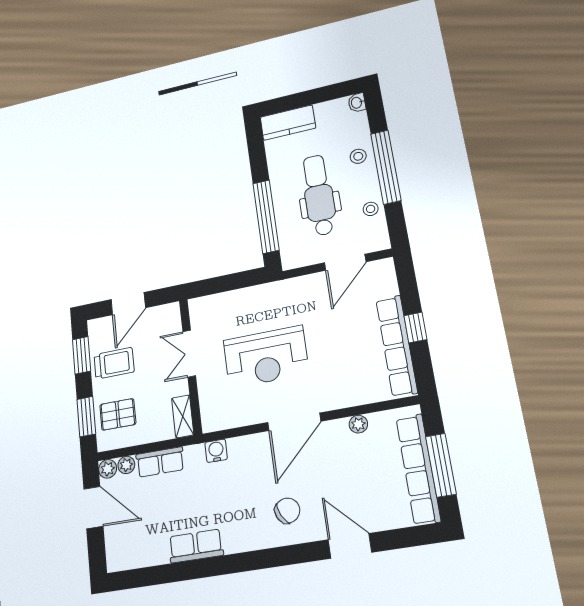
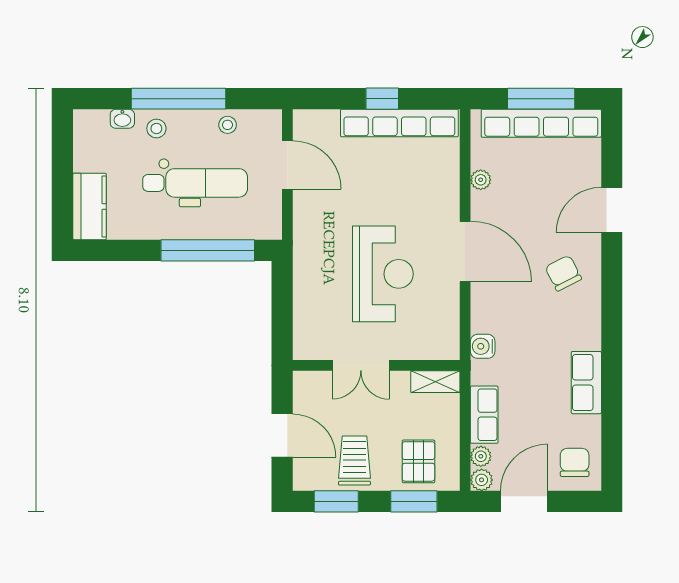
washbasin: (357, 103) -> (122, 119), moved
dental chair: (319, 195) -> (195, 183), turned 180
chair: (128, 546) -> (575, 462), added

